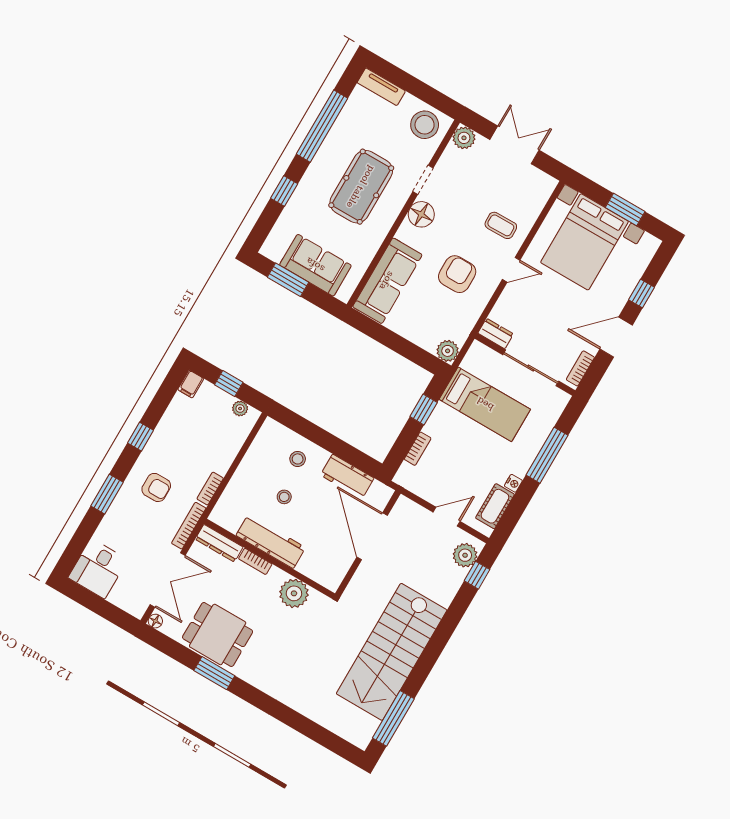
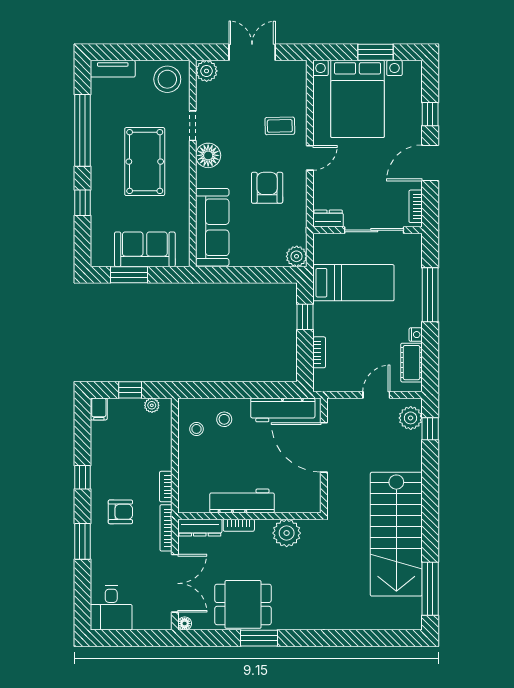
workbench: (347, 477) -> (283, 410), width x1.38
stool: (284, 497) -> (197, 429), moved

